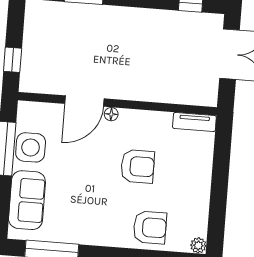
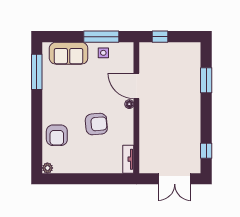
side table: (31, 147) -> (103, 53), width x0.54, depth x0.54
armchair: (138, 166) -> (96, 124), turned -95

